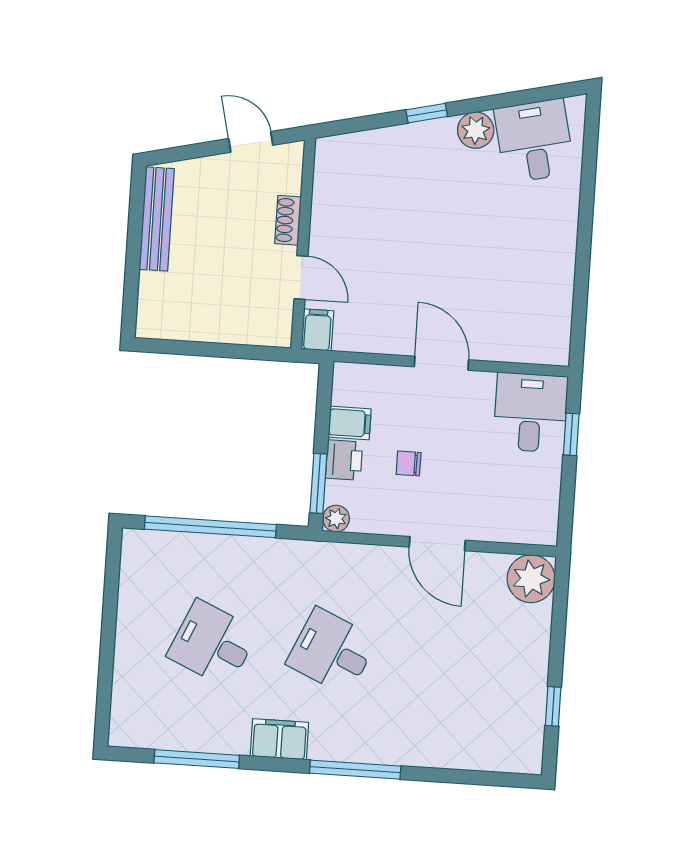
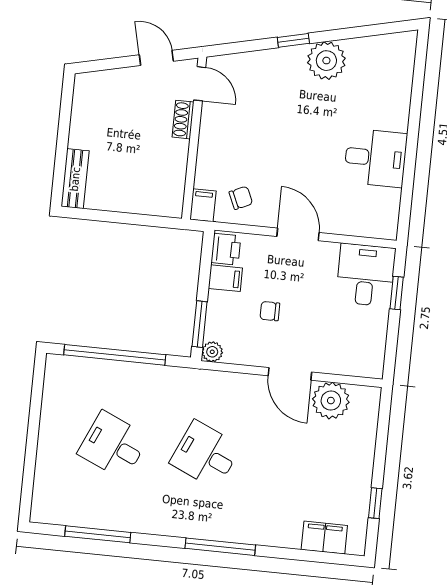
plant: (476, 130) -> (326, 61), width x1.36, depth x1.36
desk: (534, 141) -> (375, 158), moved, turned 103
bench: (157, 219) -> (75, 179), moved, width x0.73
door: (301, 277) -> (200, 84), moved
chair: (366, 319) -> (241, 198), added
printer: (344, 460) -> (226, 249), moved
plant: (531, 579) -> (331, 401), moved
filing cabinet: (279, 739) -> (324, 538), moved

